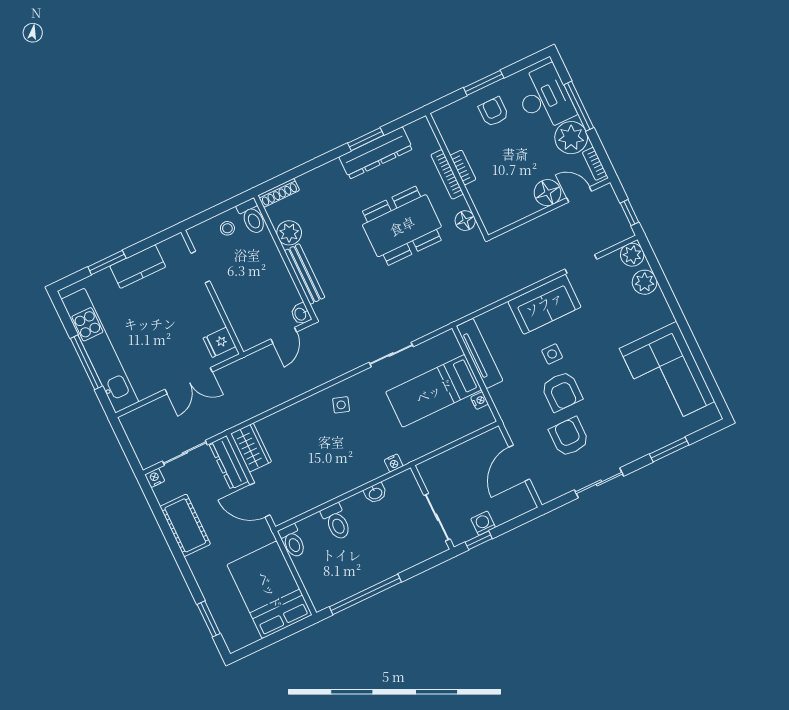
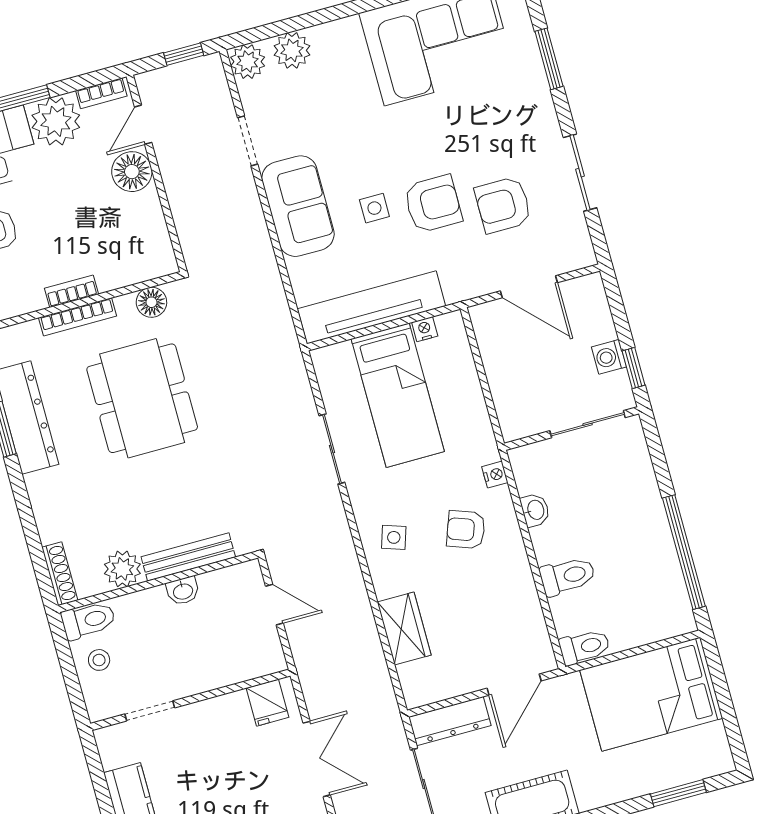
washbasin: (301, 314) -> (183, 591), moved
tv unit: (480, 353) -> (372, 307), width x1.36, depth x1.29
wardrobe: (251, 448) -> (404, 629), moved, turned 90
armchair: (355, 451) -> (466, 530), added

